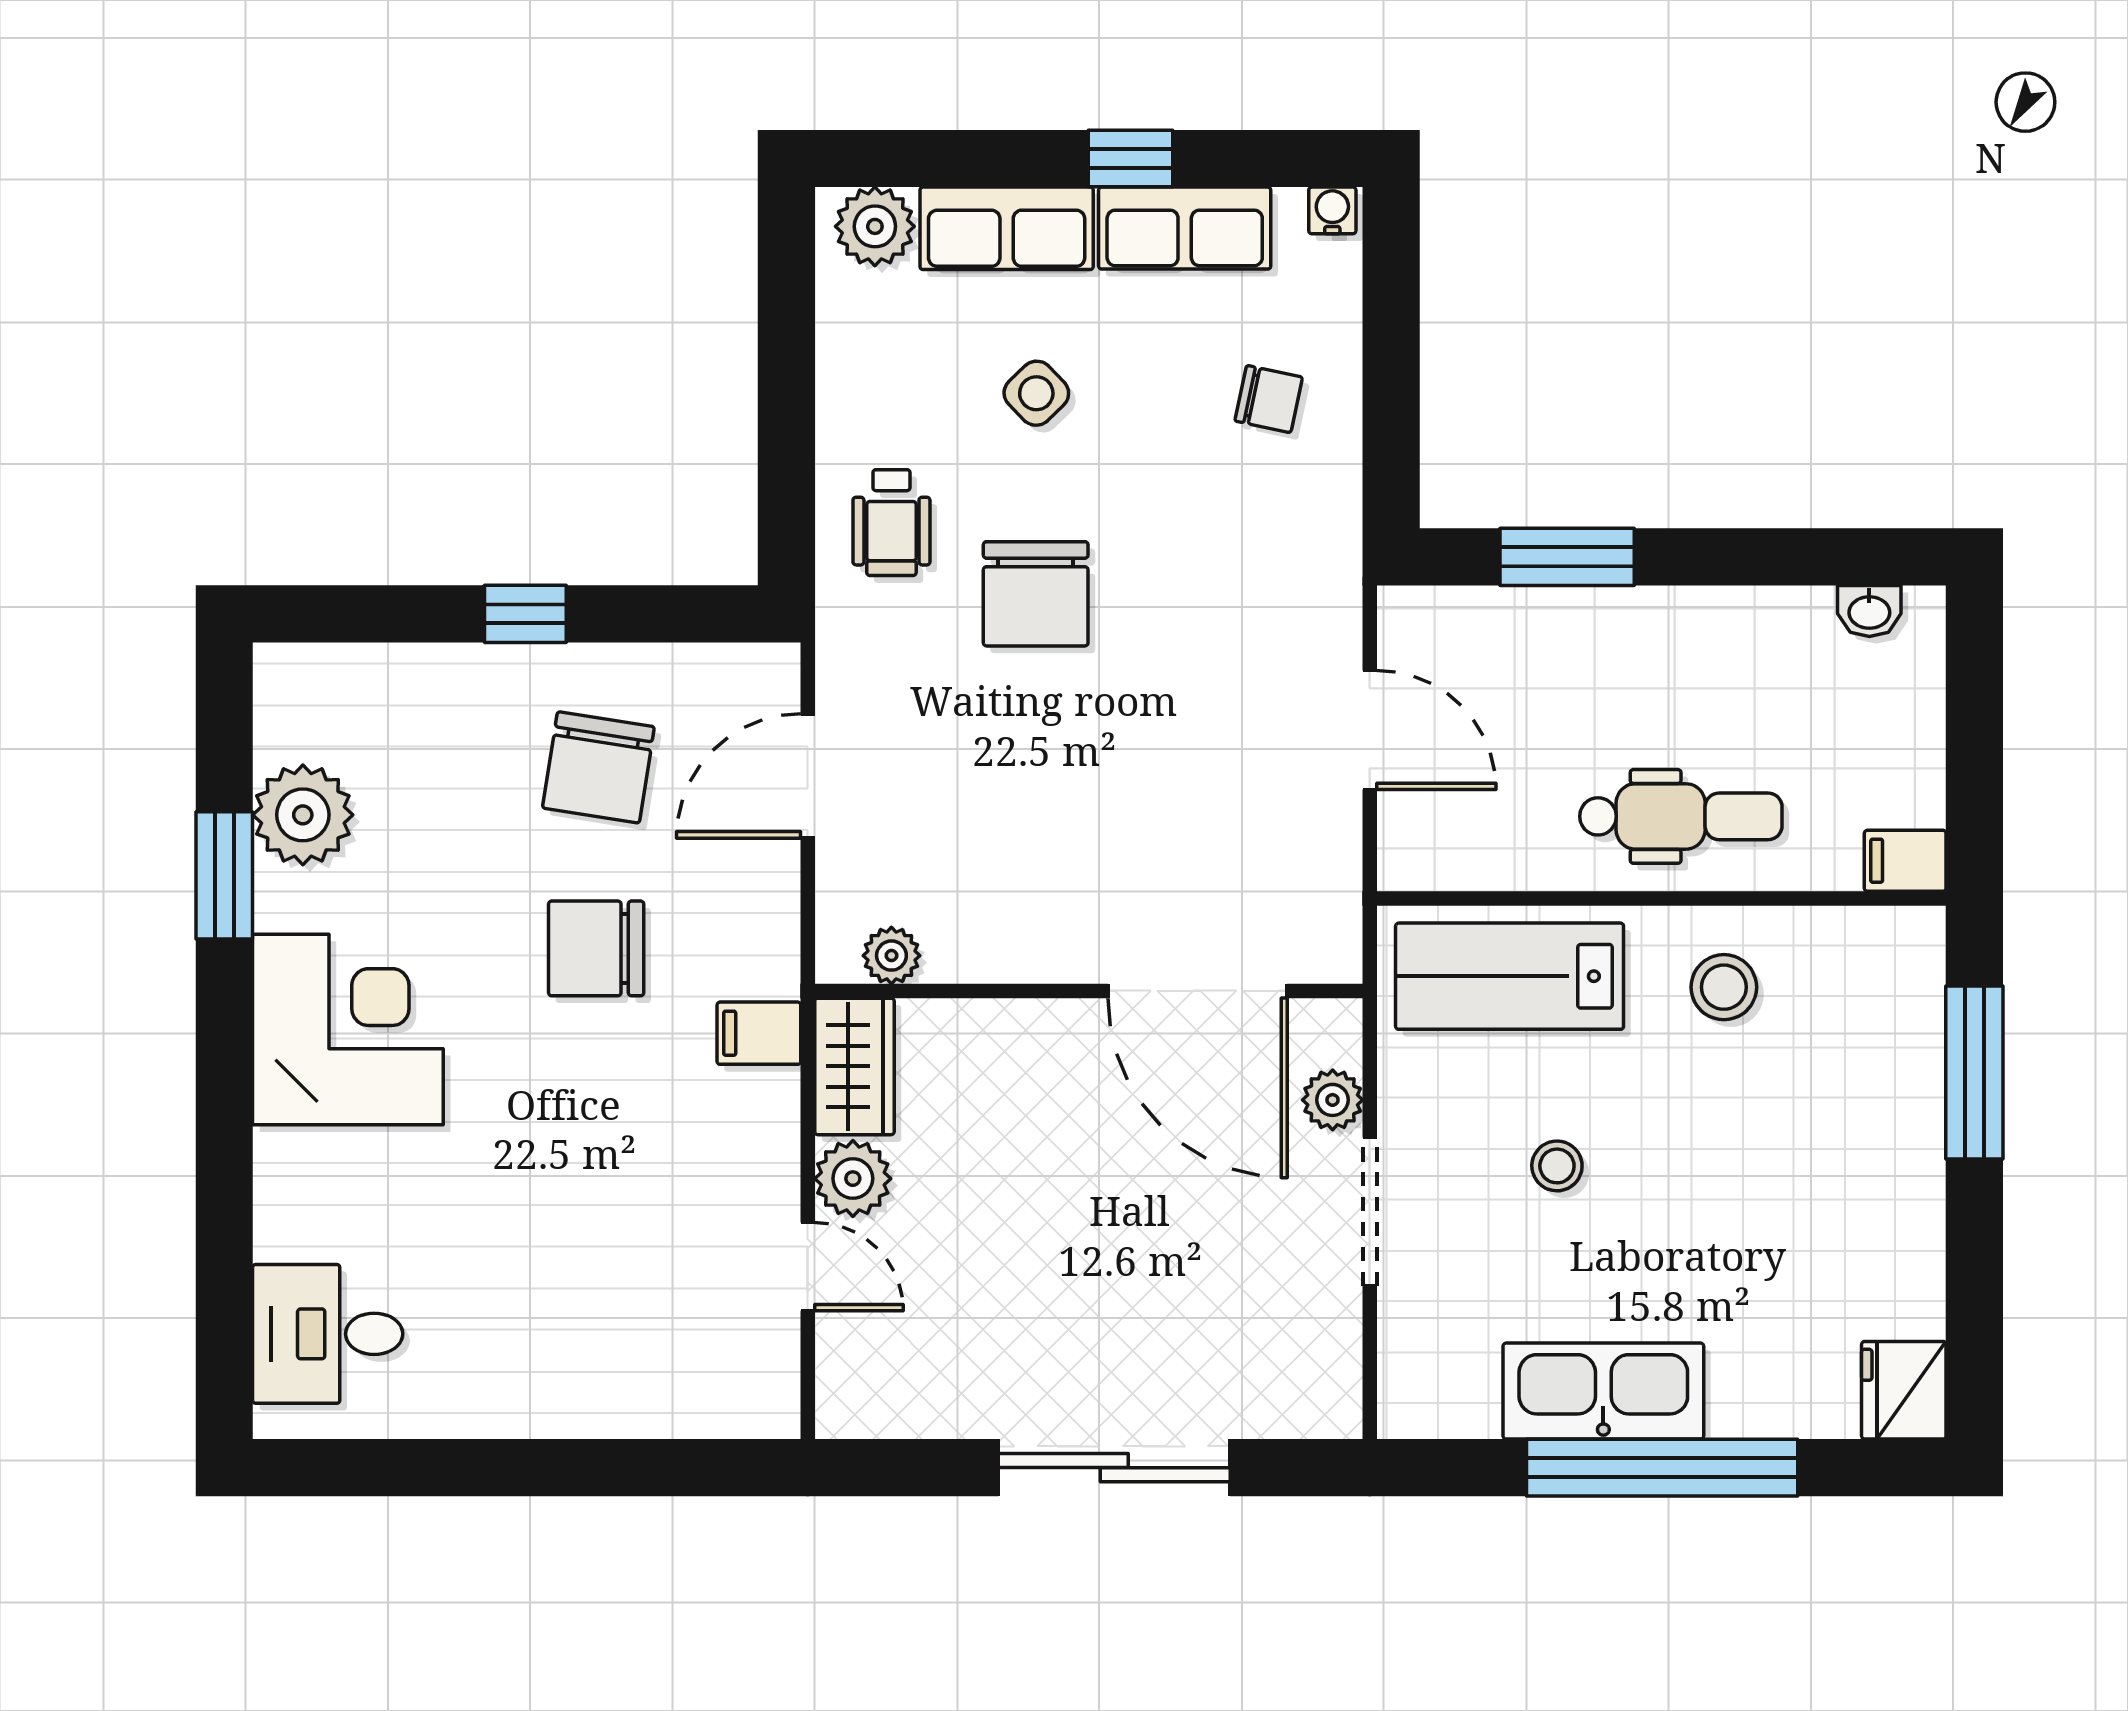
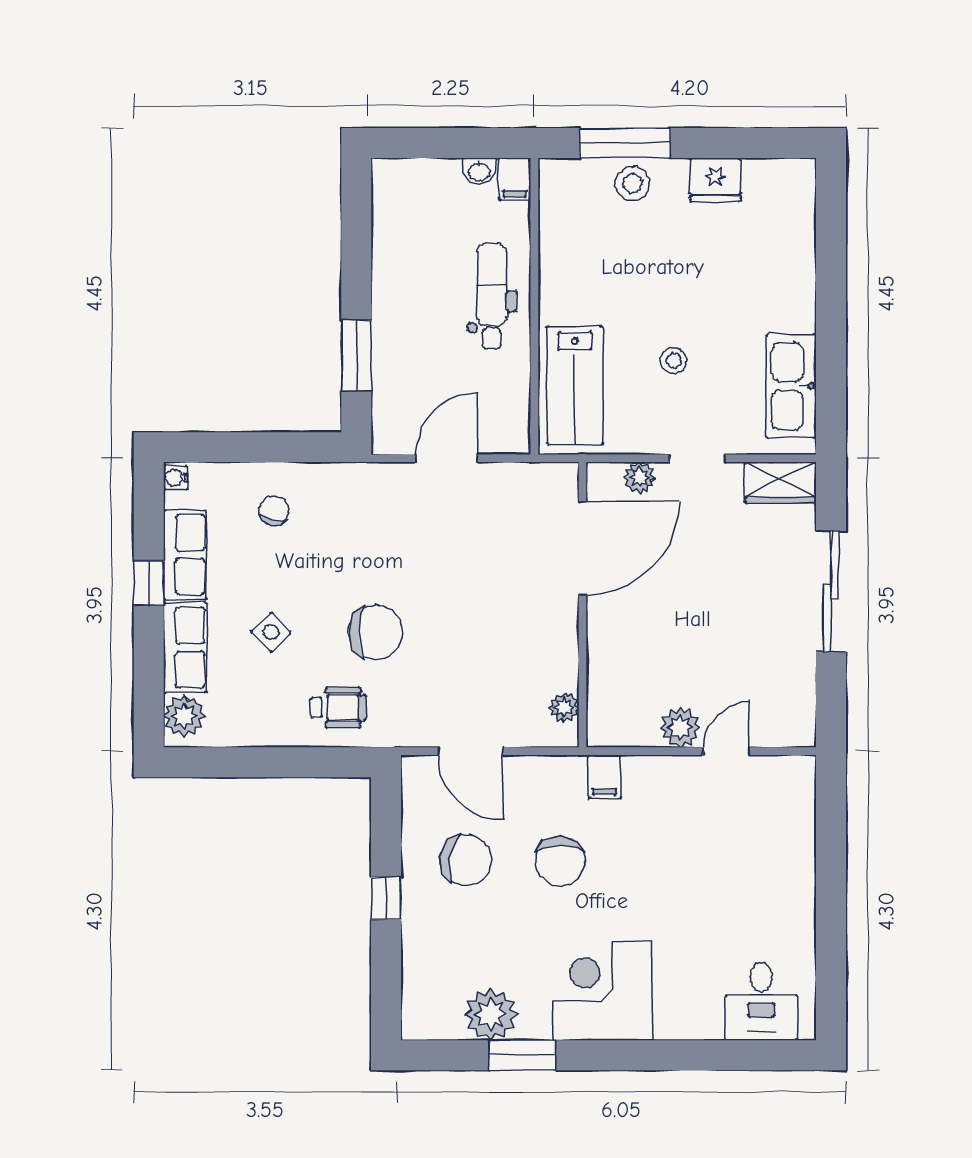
washbasin: (1869, 611) -> (479, 171), moved, turned 90
stool: (1724, 987) -> (633, 183), moved
wardrobe: (854, 1066) -> (780, 483), moved, turned 180
doorway: (1370, 1212) -> (698, 458), width x0.73
fridge: (1904, 1390) -> (715, 180), moved
kitchen sink: (1603, 1391) -> (791, 386), moved
window: (1662, 1468) -> (831, 306), removed

